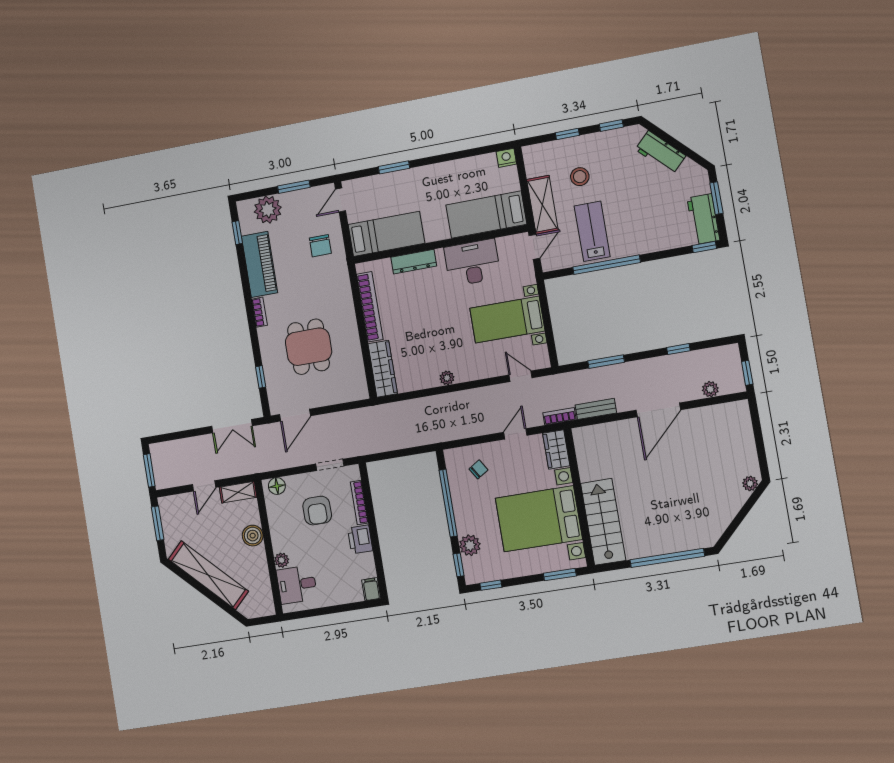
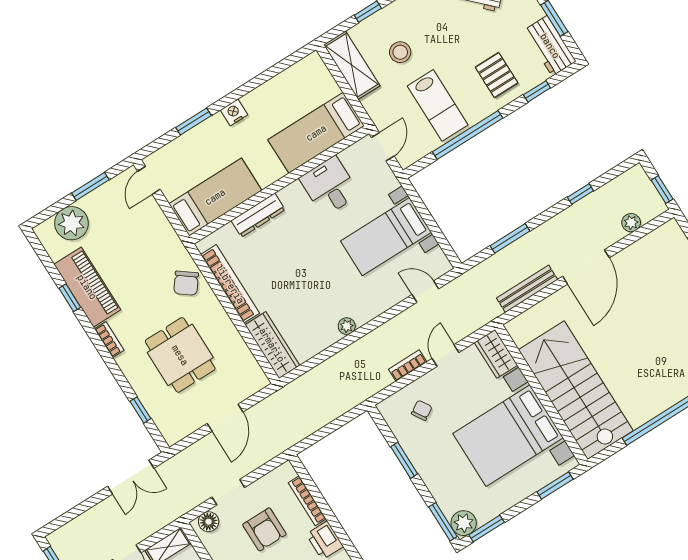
nightstand: (506, 158) -> (234, 112), moved
shelving: (542, 205) -> (352, 65), moved
pallet: (650, 226) -> (497, 75), added
lab bench: (592, 231) -> (438, 105), turned 180
window: (237, 233) -> (70, 298), moved
chair: (320, 246) -> (186, 283), moved, turned 37
window: (704, 247) -> (537, 91), moved
desk: (472, 263) -> (330, 186), width x0.73
bench: (596, 409) -> (527, 289), width x1.36
door: (295, 415) -> (225, 418), moved
bookcase: (559, 416) -> (408, 366), moved
doorway: (330, 465) -> (228, 492), moved
window: (448, 503) -> (404, 460), width x0.47
stairs: (603, 522) -> (576, 390), width x1.36, depth x1.51
plant: (470, 545) -> (464, 523), moved
window: (459, 565) -> (443, 522), width x1.50
window: (491, 585) -> (487, 528), width x1.50

